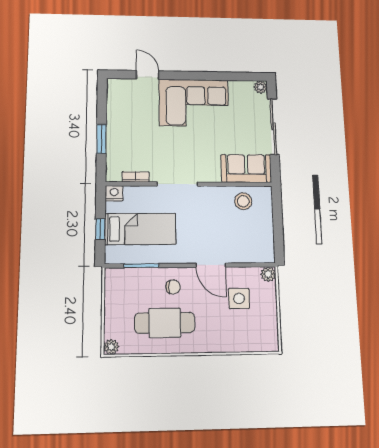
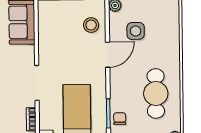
stool: (243, 201) -> (91, 25), moved
chair: (173, 287) -> (120, 119), moved

